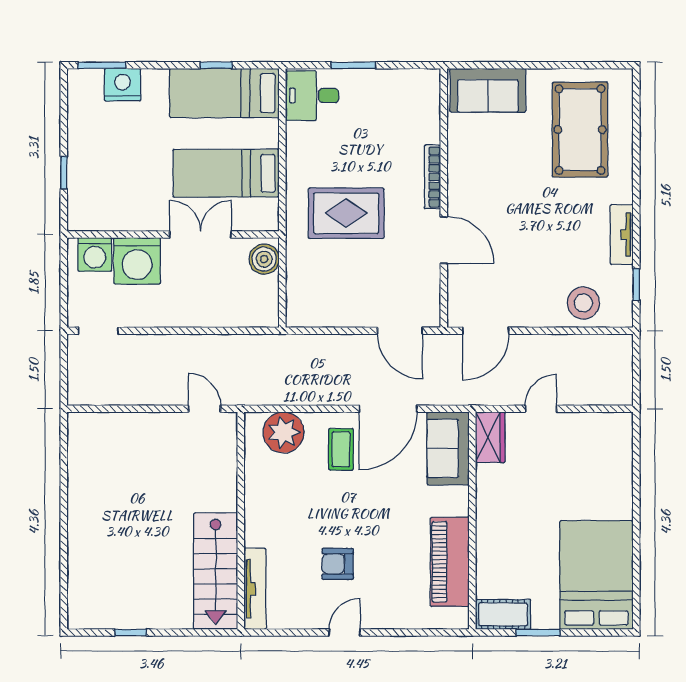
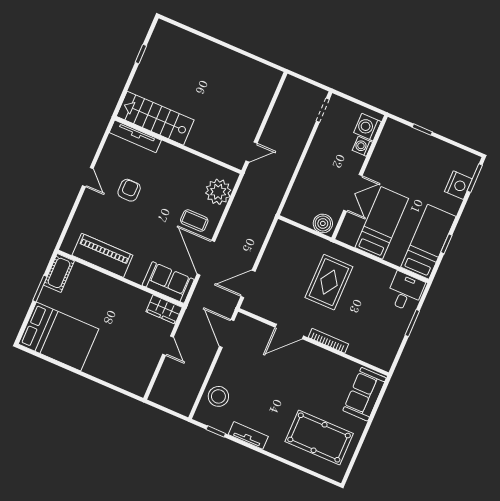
washing machine: (137, 261) -> (362, 146), width x0.53, depth x0.53

